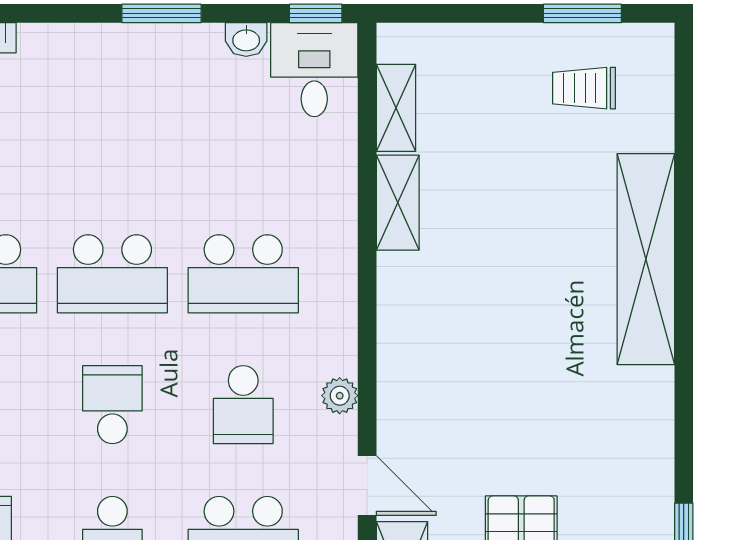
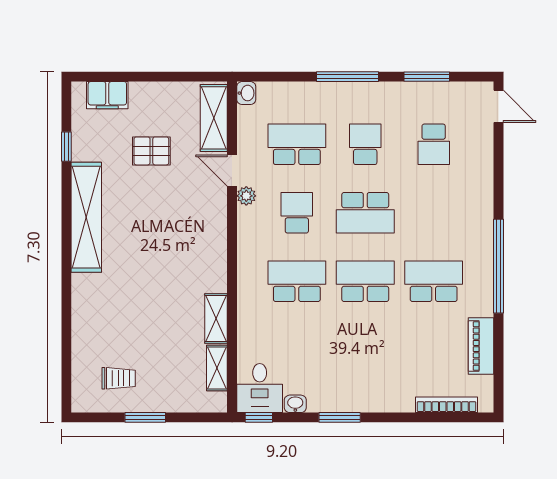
window: (582, 13) -> (145, 417), moved
shelving: (646, 259) -> (86, 217), moved
plant: (340, 396) -> (246, 196), moved
school desk: (112, 405) -> (365, 213), width x1.85

